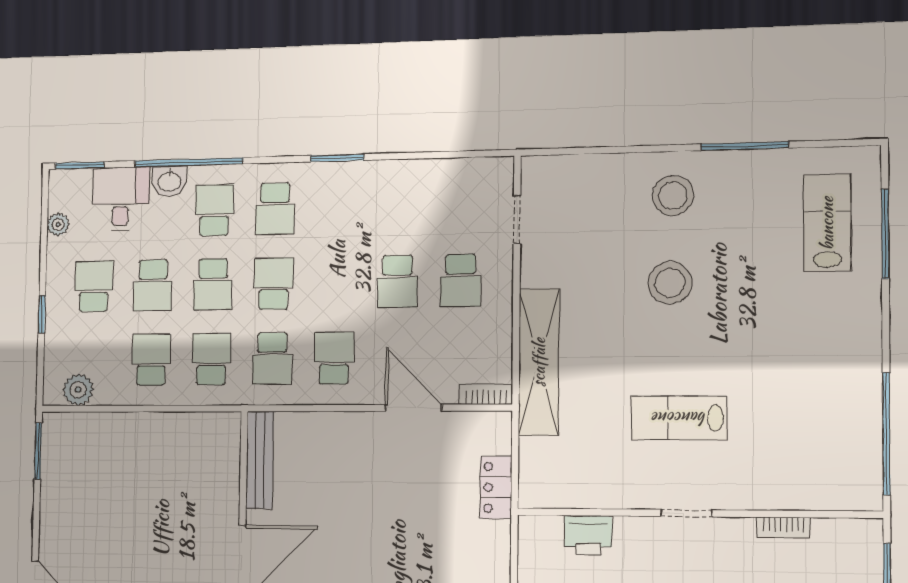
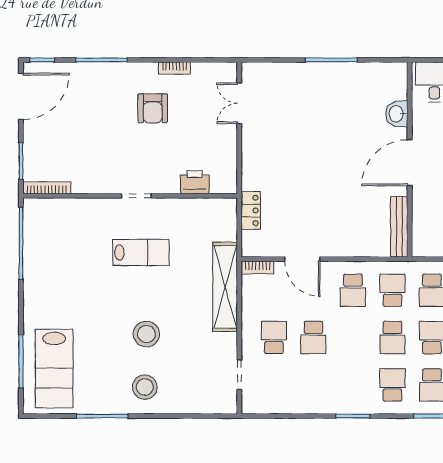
lab bench: (827, 223) -> (54, 368), width x1.36, depth x1.39
school desk: (397, 281) -> (313, 338), turned 180
bookcase: (783, 528) -> (47, 188), moved, width x1.56

